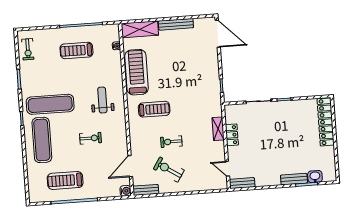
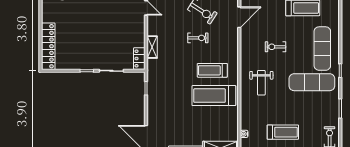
treadmill: (137, 72) -> (214, 96), moved, turned 90
locker: (232, 135) -> (139, 58), moved

